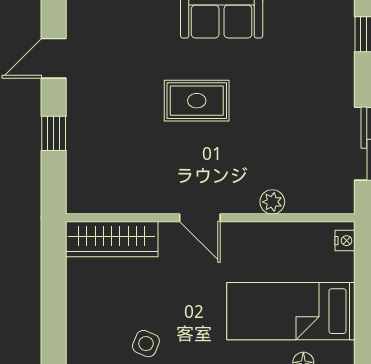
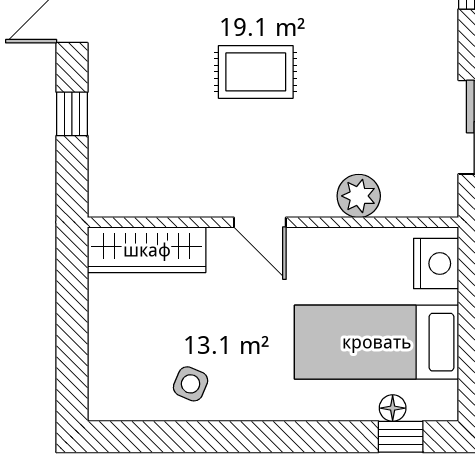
plant: (272, 202) -> (359, 196), width x1.38, depth x1.38
nightstand: (345, 241) -> (436, 263), width x1.89, depth x1.79

